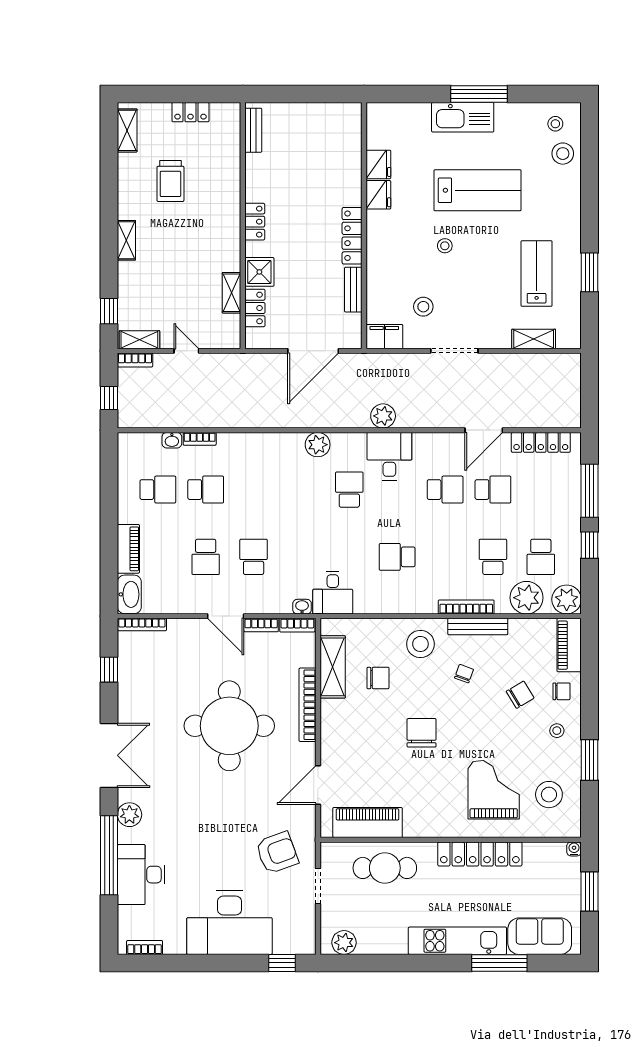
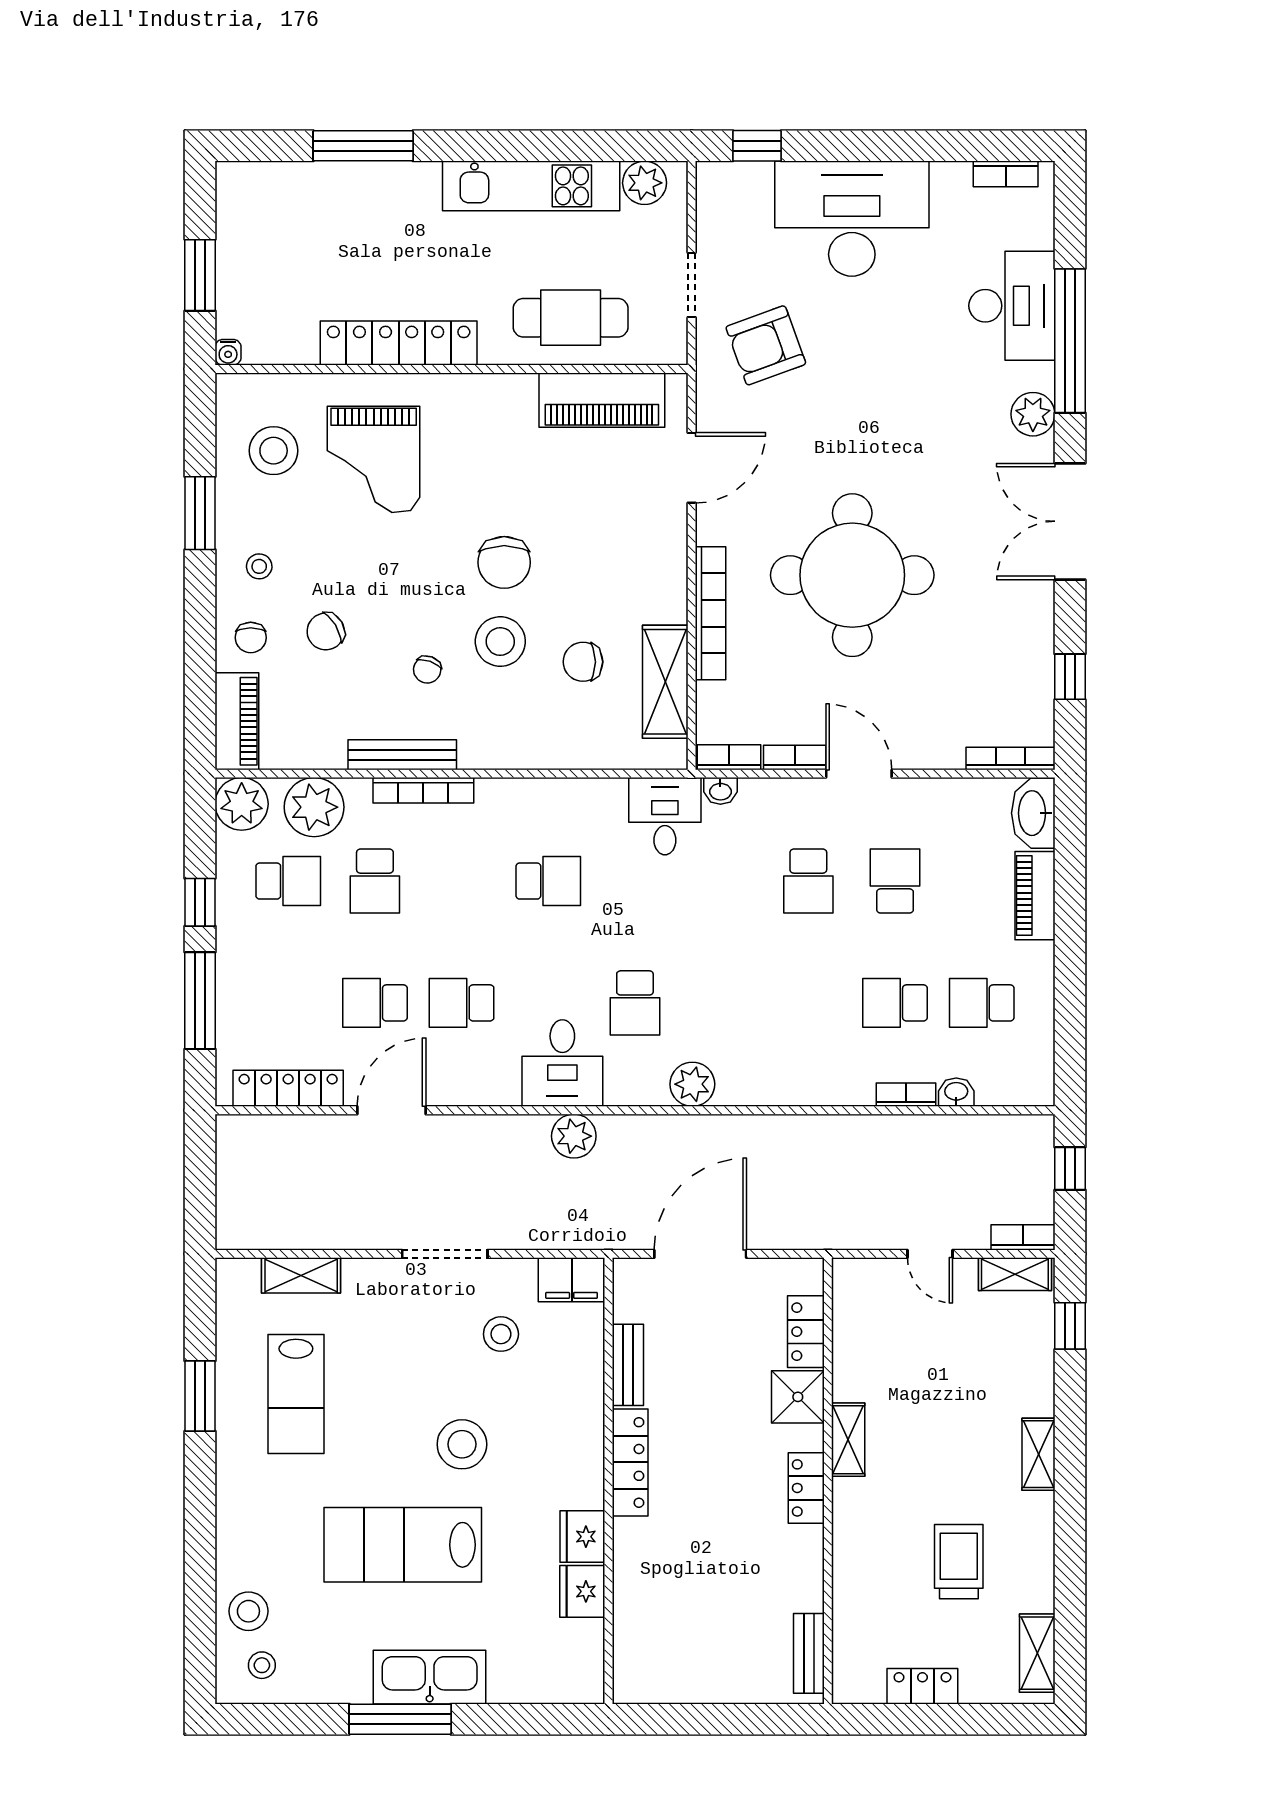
stool: (445, 246) -> (462, 1444), width x1.89, depth x1.89
shelving: (232, 293) -> (848, 1440), moved
school desk: (541, 557) -> (288, 881), turned 90
stool: (420, 644) -> (500, 642), moved
chair: (562, 691) -> (251, 638), turned -90
sofa: (540, 936) -> (290, 194), removed
kitchen unit: (457, 941) -> (531, 186), moved

